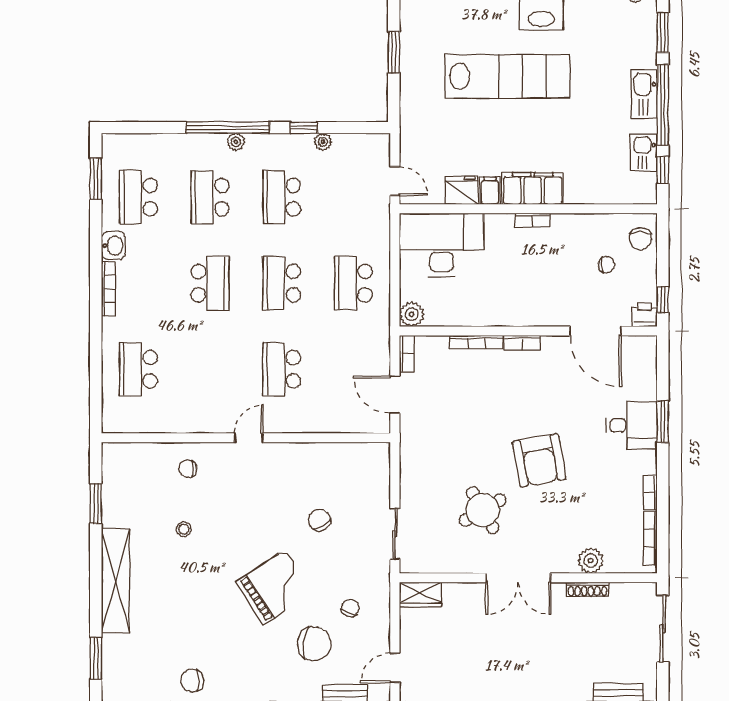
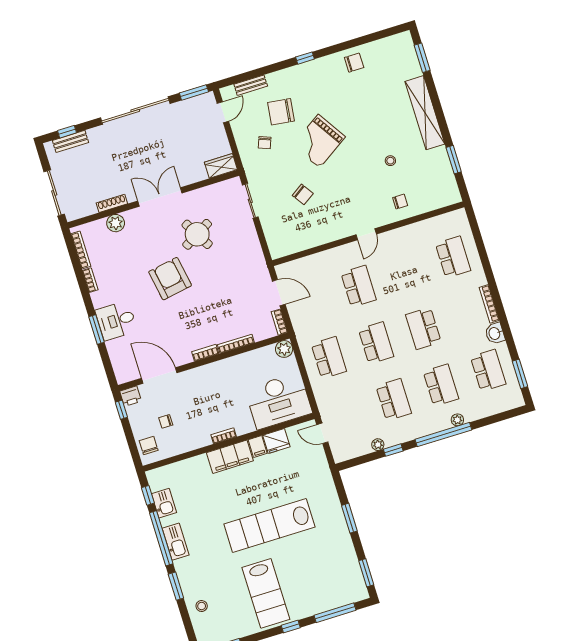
plant: (236, 142) -> (457, 420), moved

